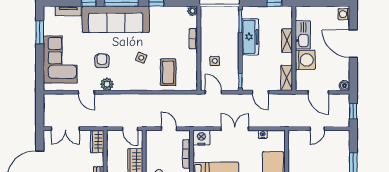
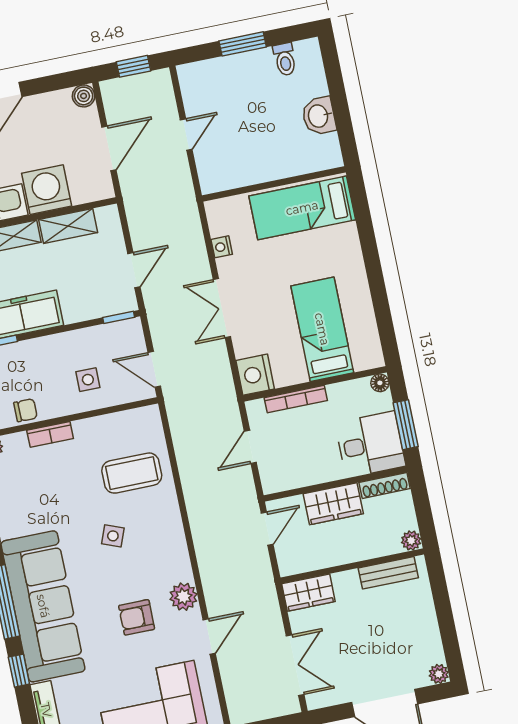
chair: (207, 30) -> (25, 410), added
shelving: (287, 78) -> (68, 226), moved
door: (213, 92) -> (154, 369), hinge flipped
door: (317, 129) -> (186, 134), hinge flipped

